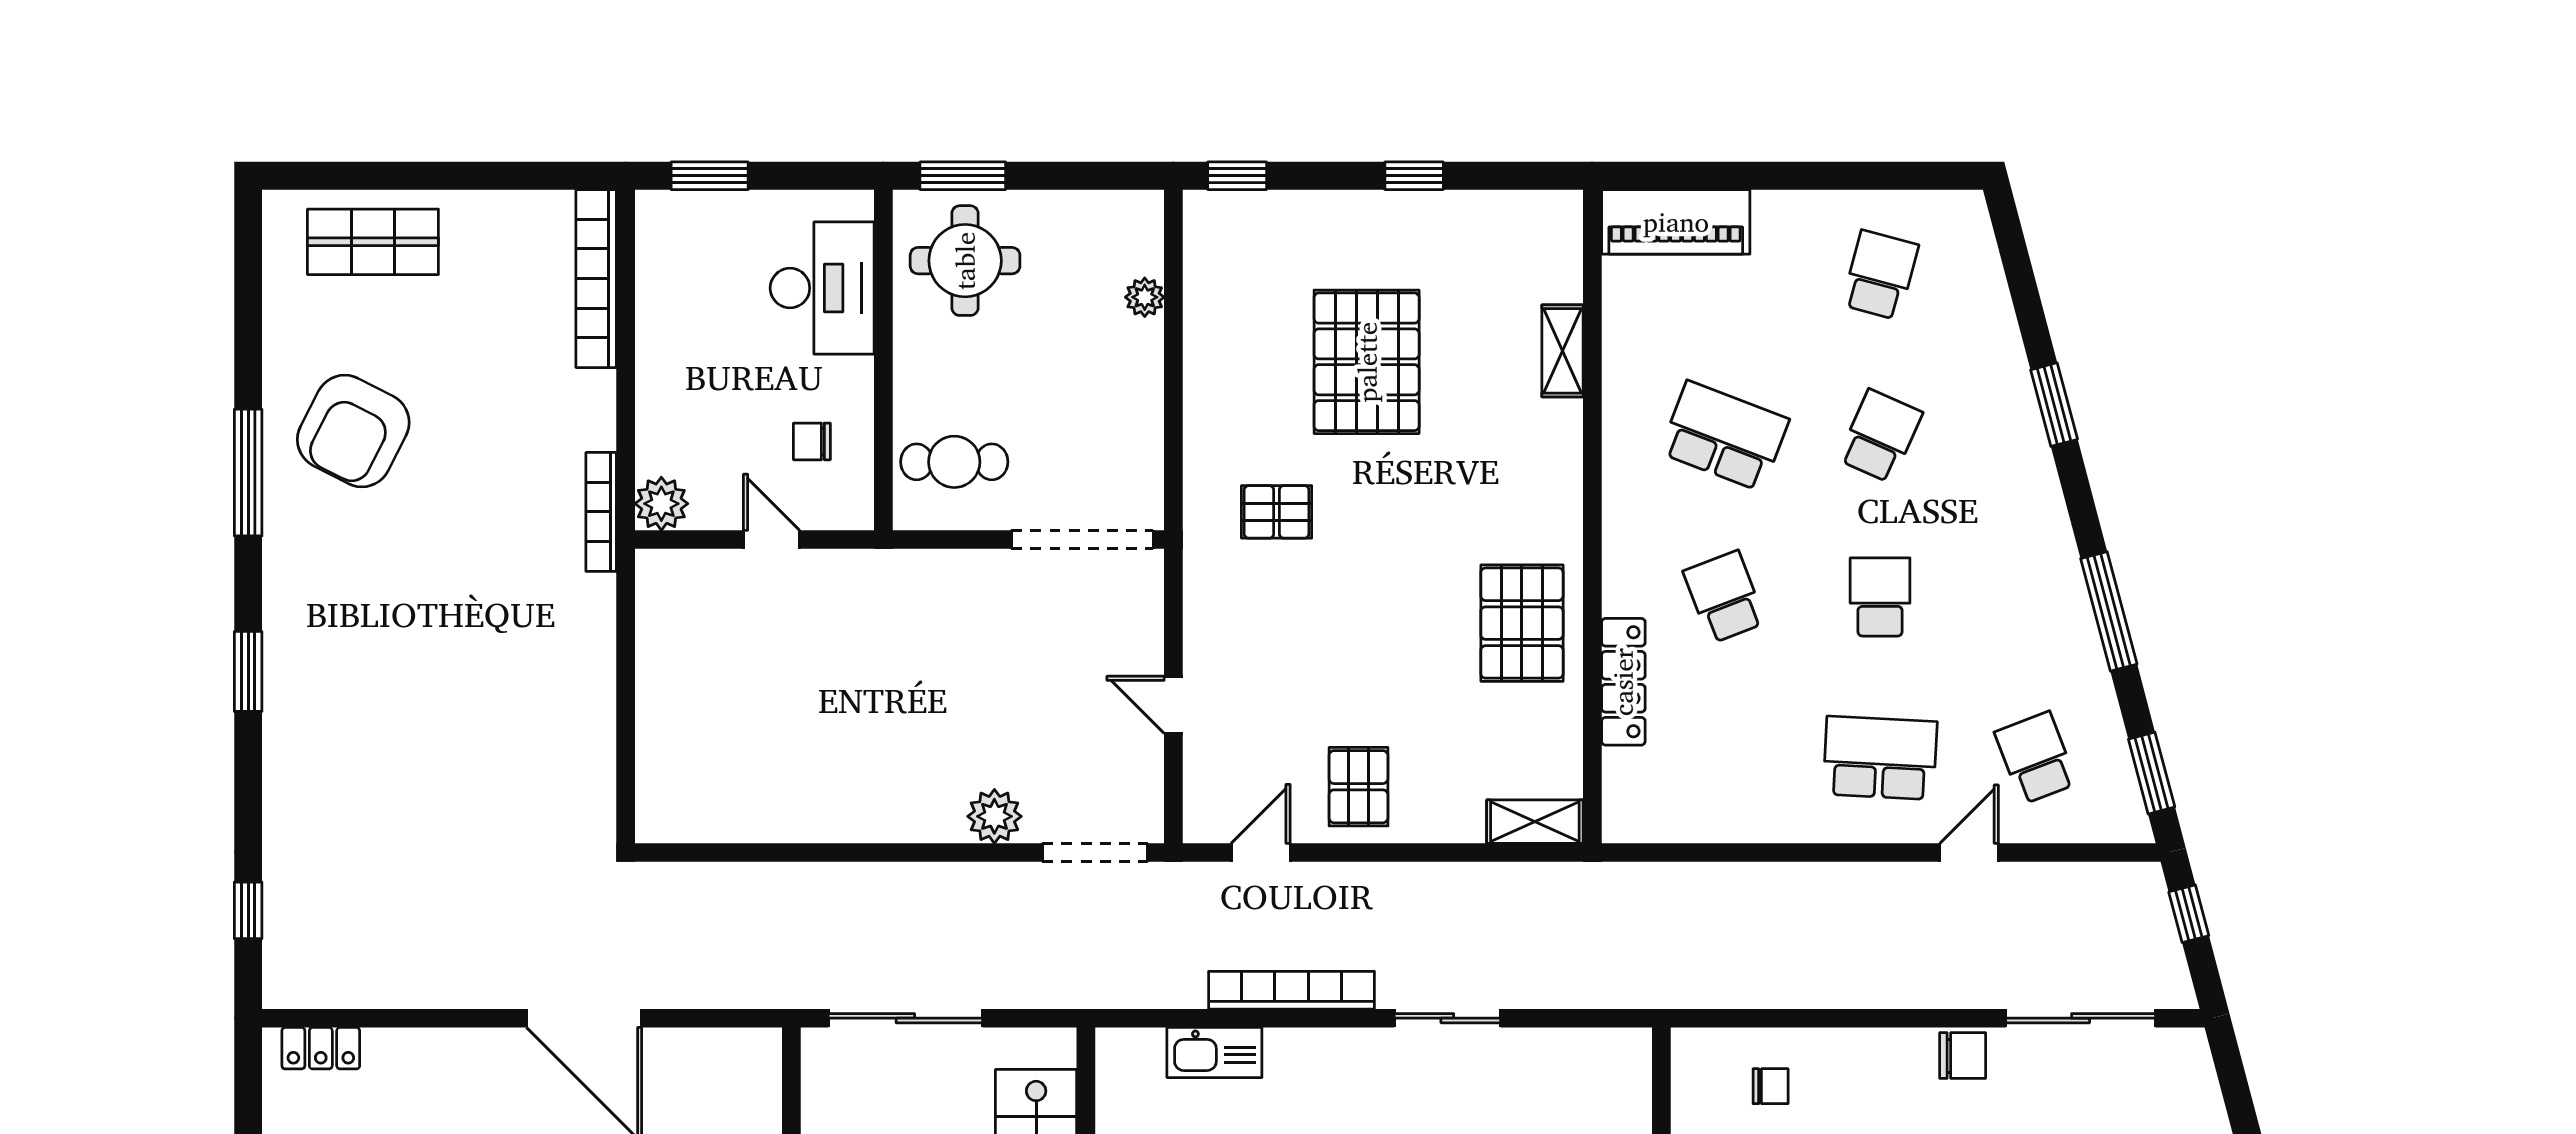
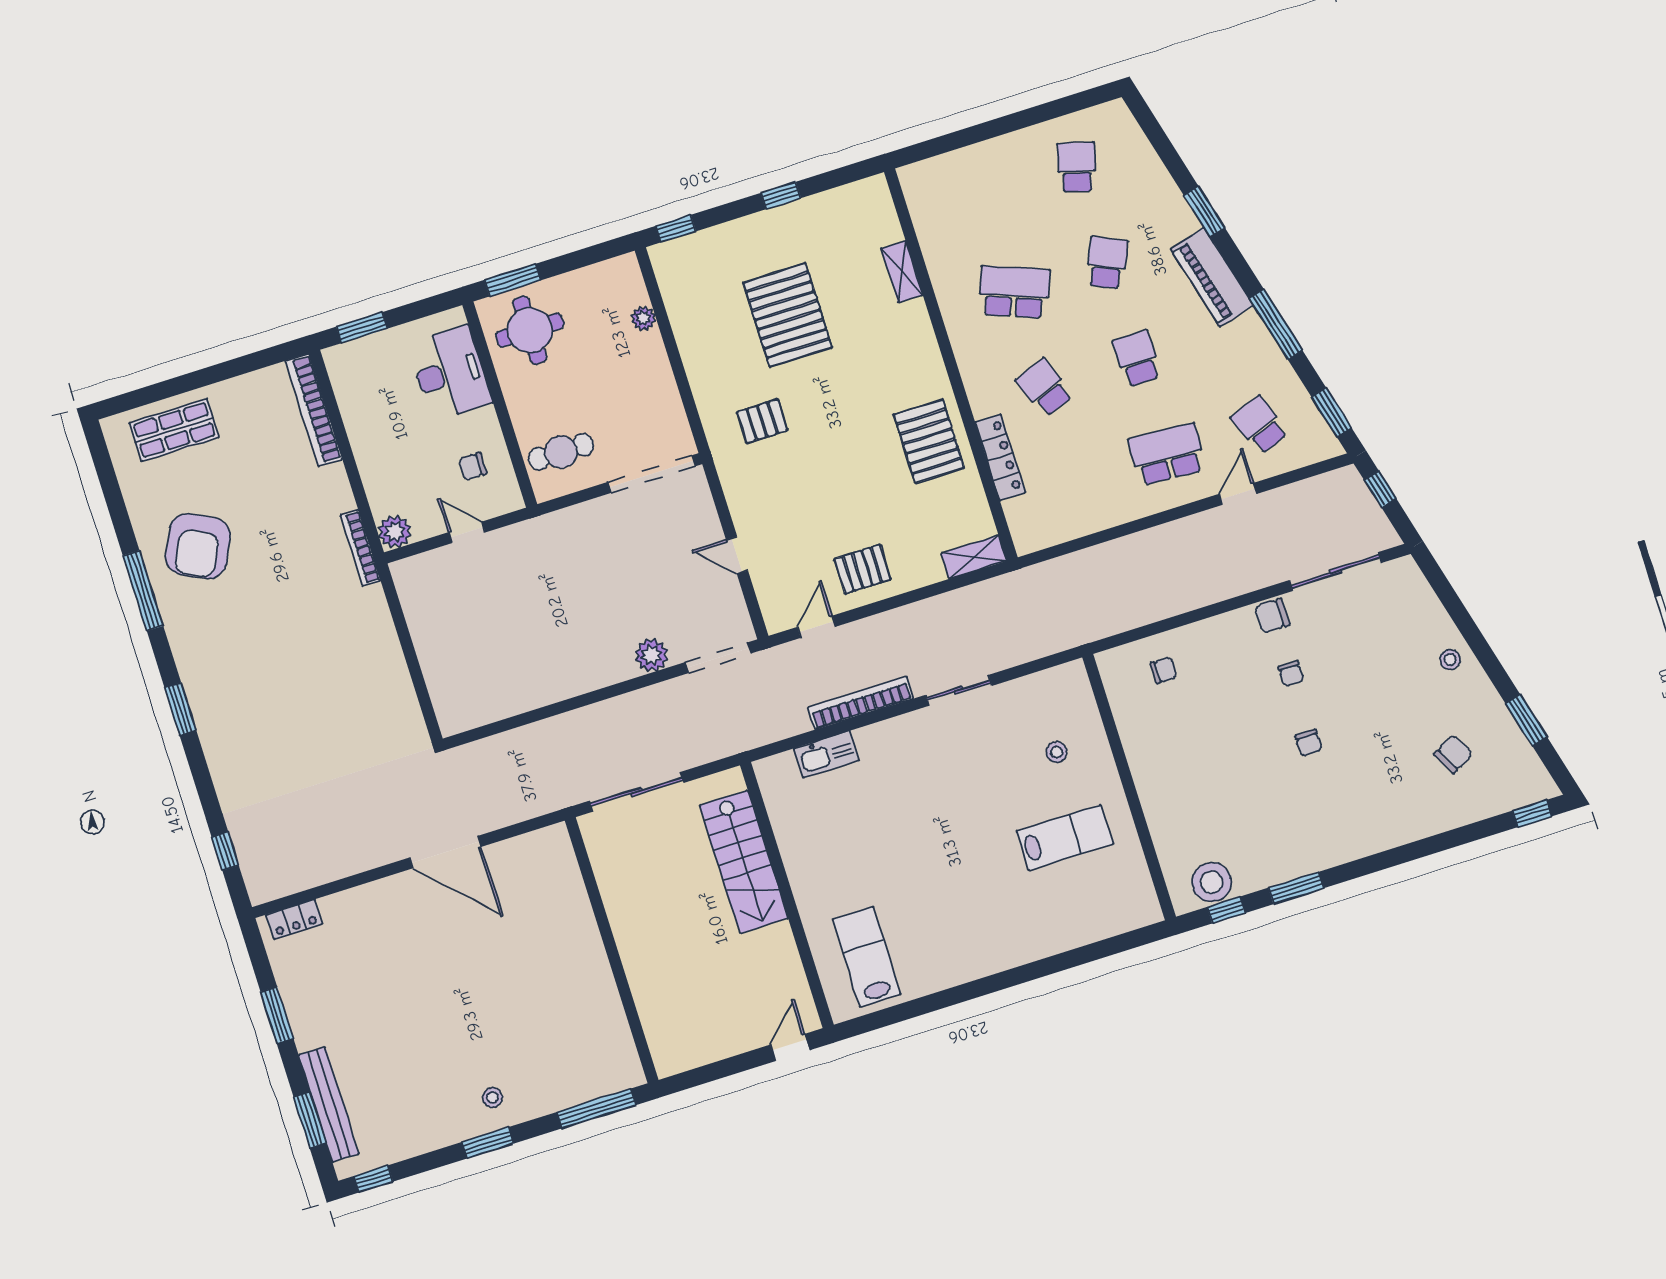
piano: (1676, 222) -> (1212, 277), moved, turned 75
pallet: (1358, 787) -> (862, 569), turned 90
chair: (1963, 1056) -> (1272, 616), turned 180

